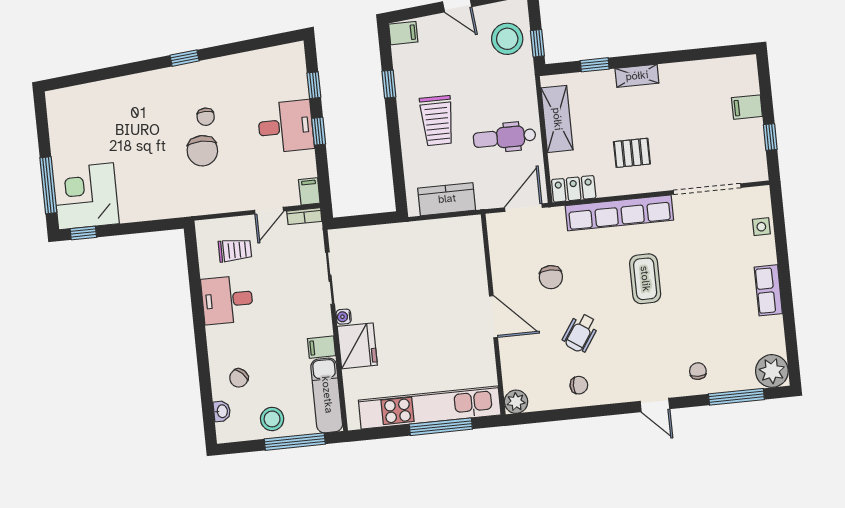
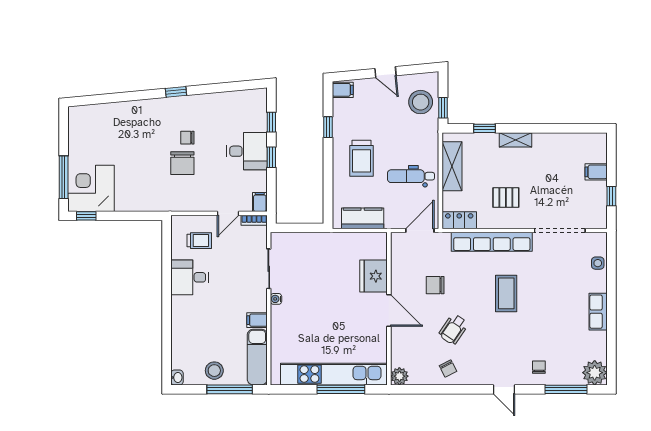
chair: (206, 117) -> (187, 138), turned 90
chair: (551, 277) -> (435, 285), turned 90
fridge: (357, 346) -> (374, 276), moved, turned 180
chair: (239, 378) -> (192, 337), removed
chair: (579, 385) -> (448, 369), turned 63
washbasin: (222, 411) -> (177, 377), moved

